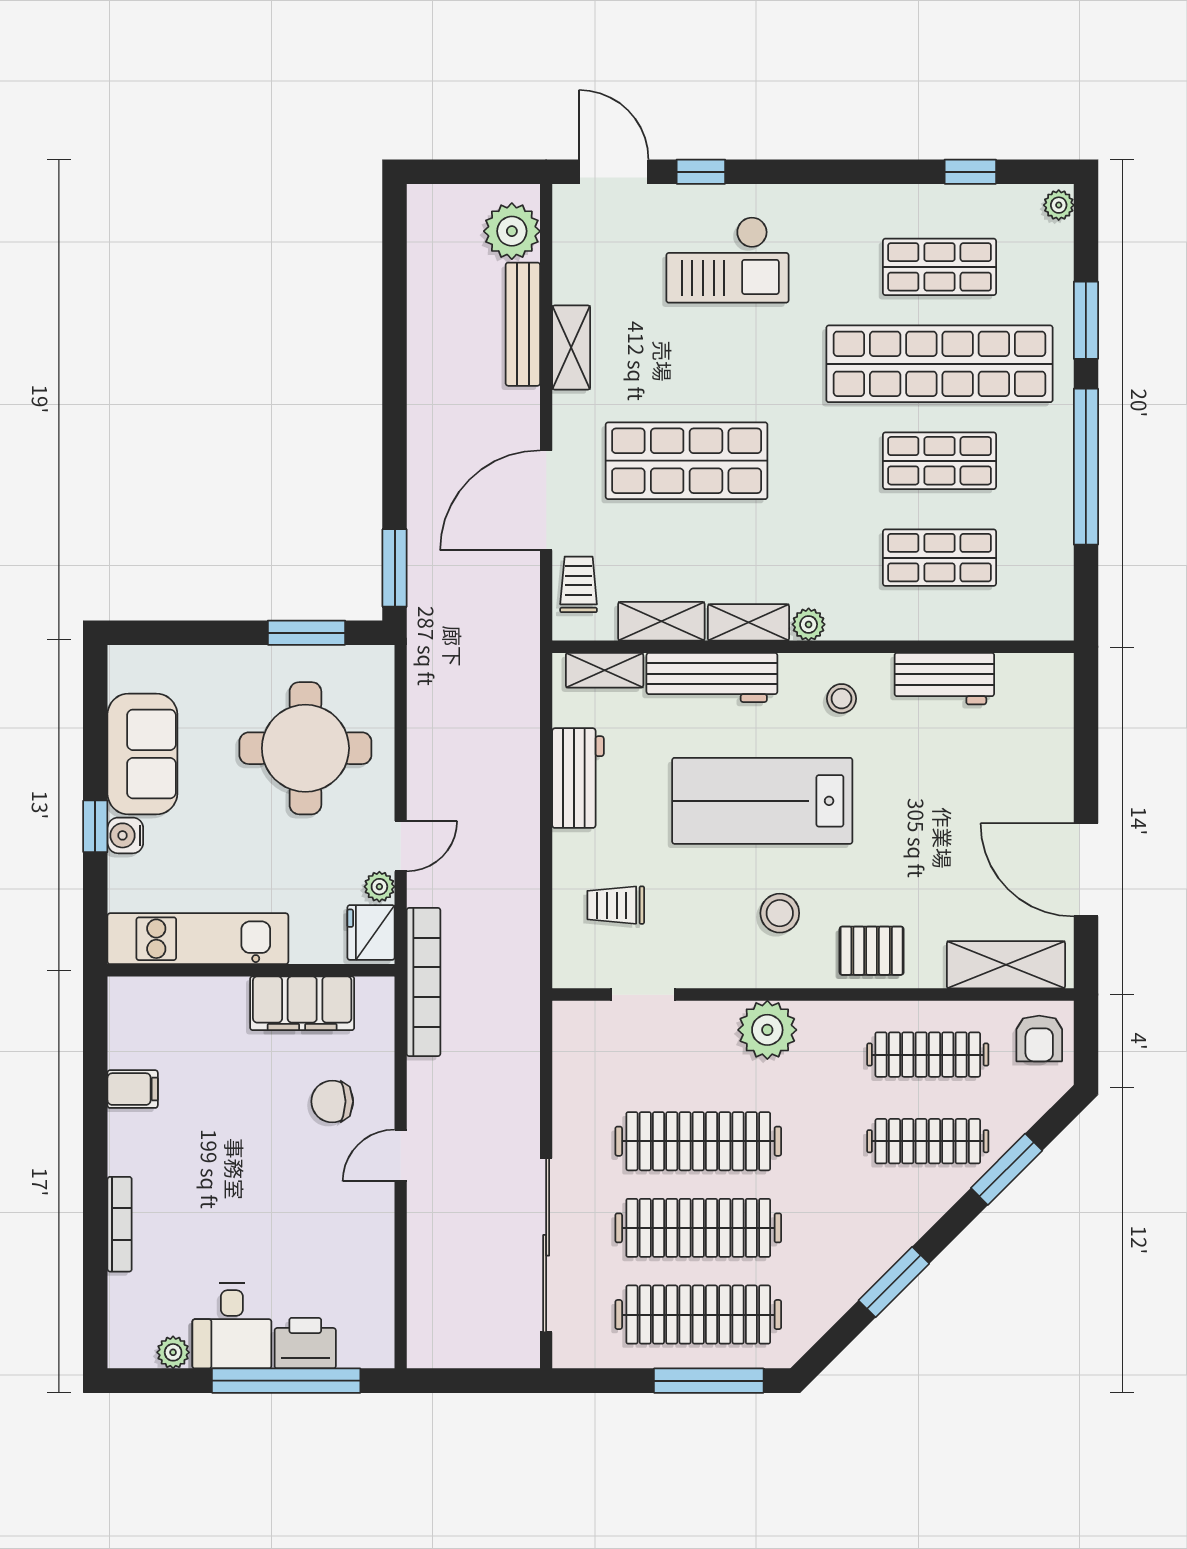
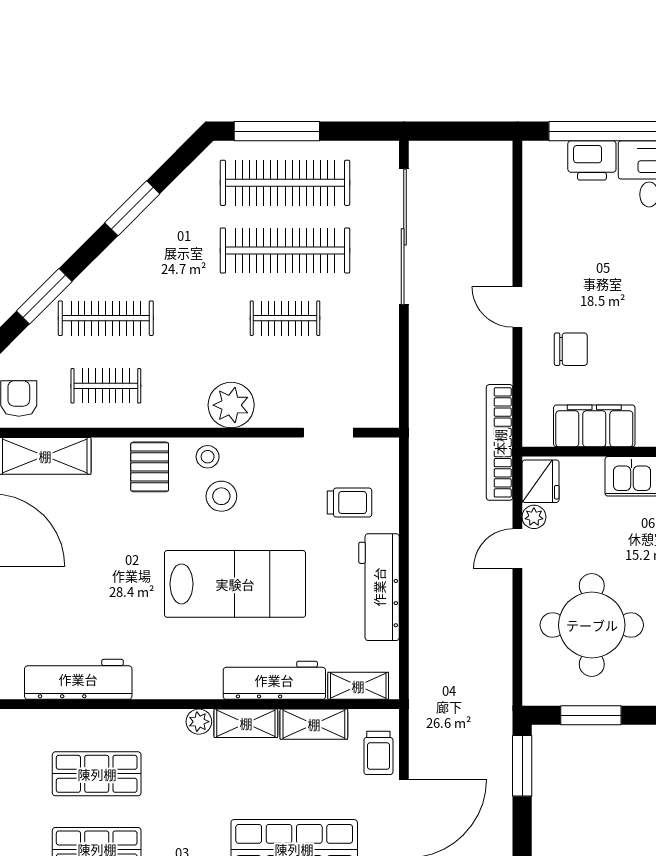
workbench: (944, 679) -> (78, 679), width x1.37
stool: (842, 699) -> (208, 457), moved
workbench: (578, 778) -> (379, 587), width x1.37
pallet: (872, 951) -> (150, 467), turned 90
clothes rail: (928, 1055) -> (106, 386), width x0.73
clothes rail: (698, 1141) -> (285, 318), width x0.54, depth x0.76
door: (401, 1156) -> (517, 307), swing flipped

